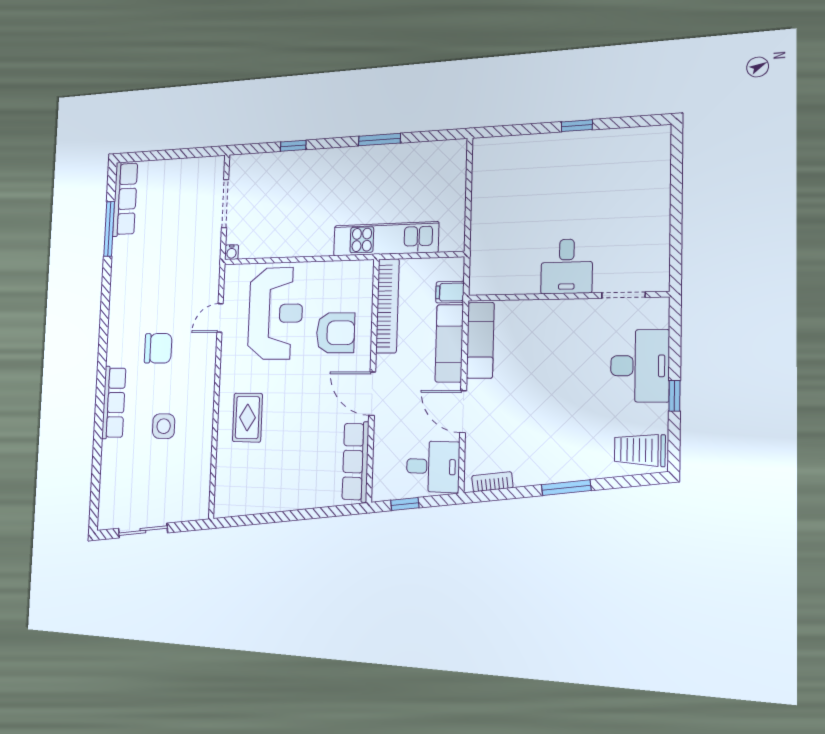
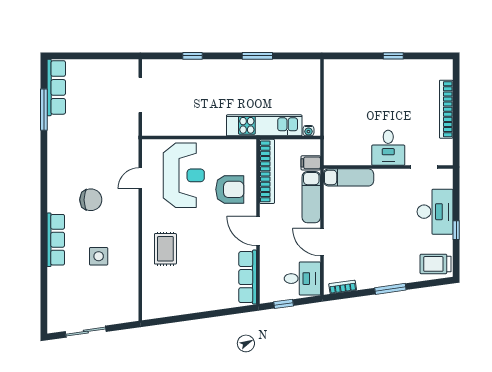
bookcase: (660, 203) -> (446, 109), added
water cooler: (232, 252) -> (308, 131), moved
exam couch: (480, 340) -> (349, 177), moved, turned 90

